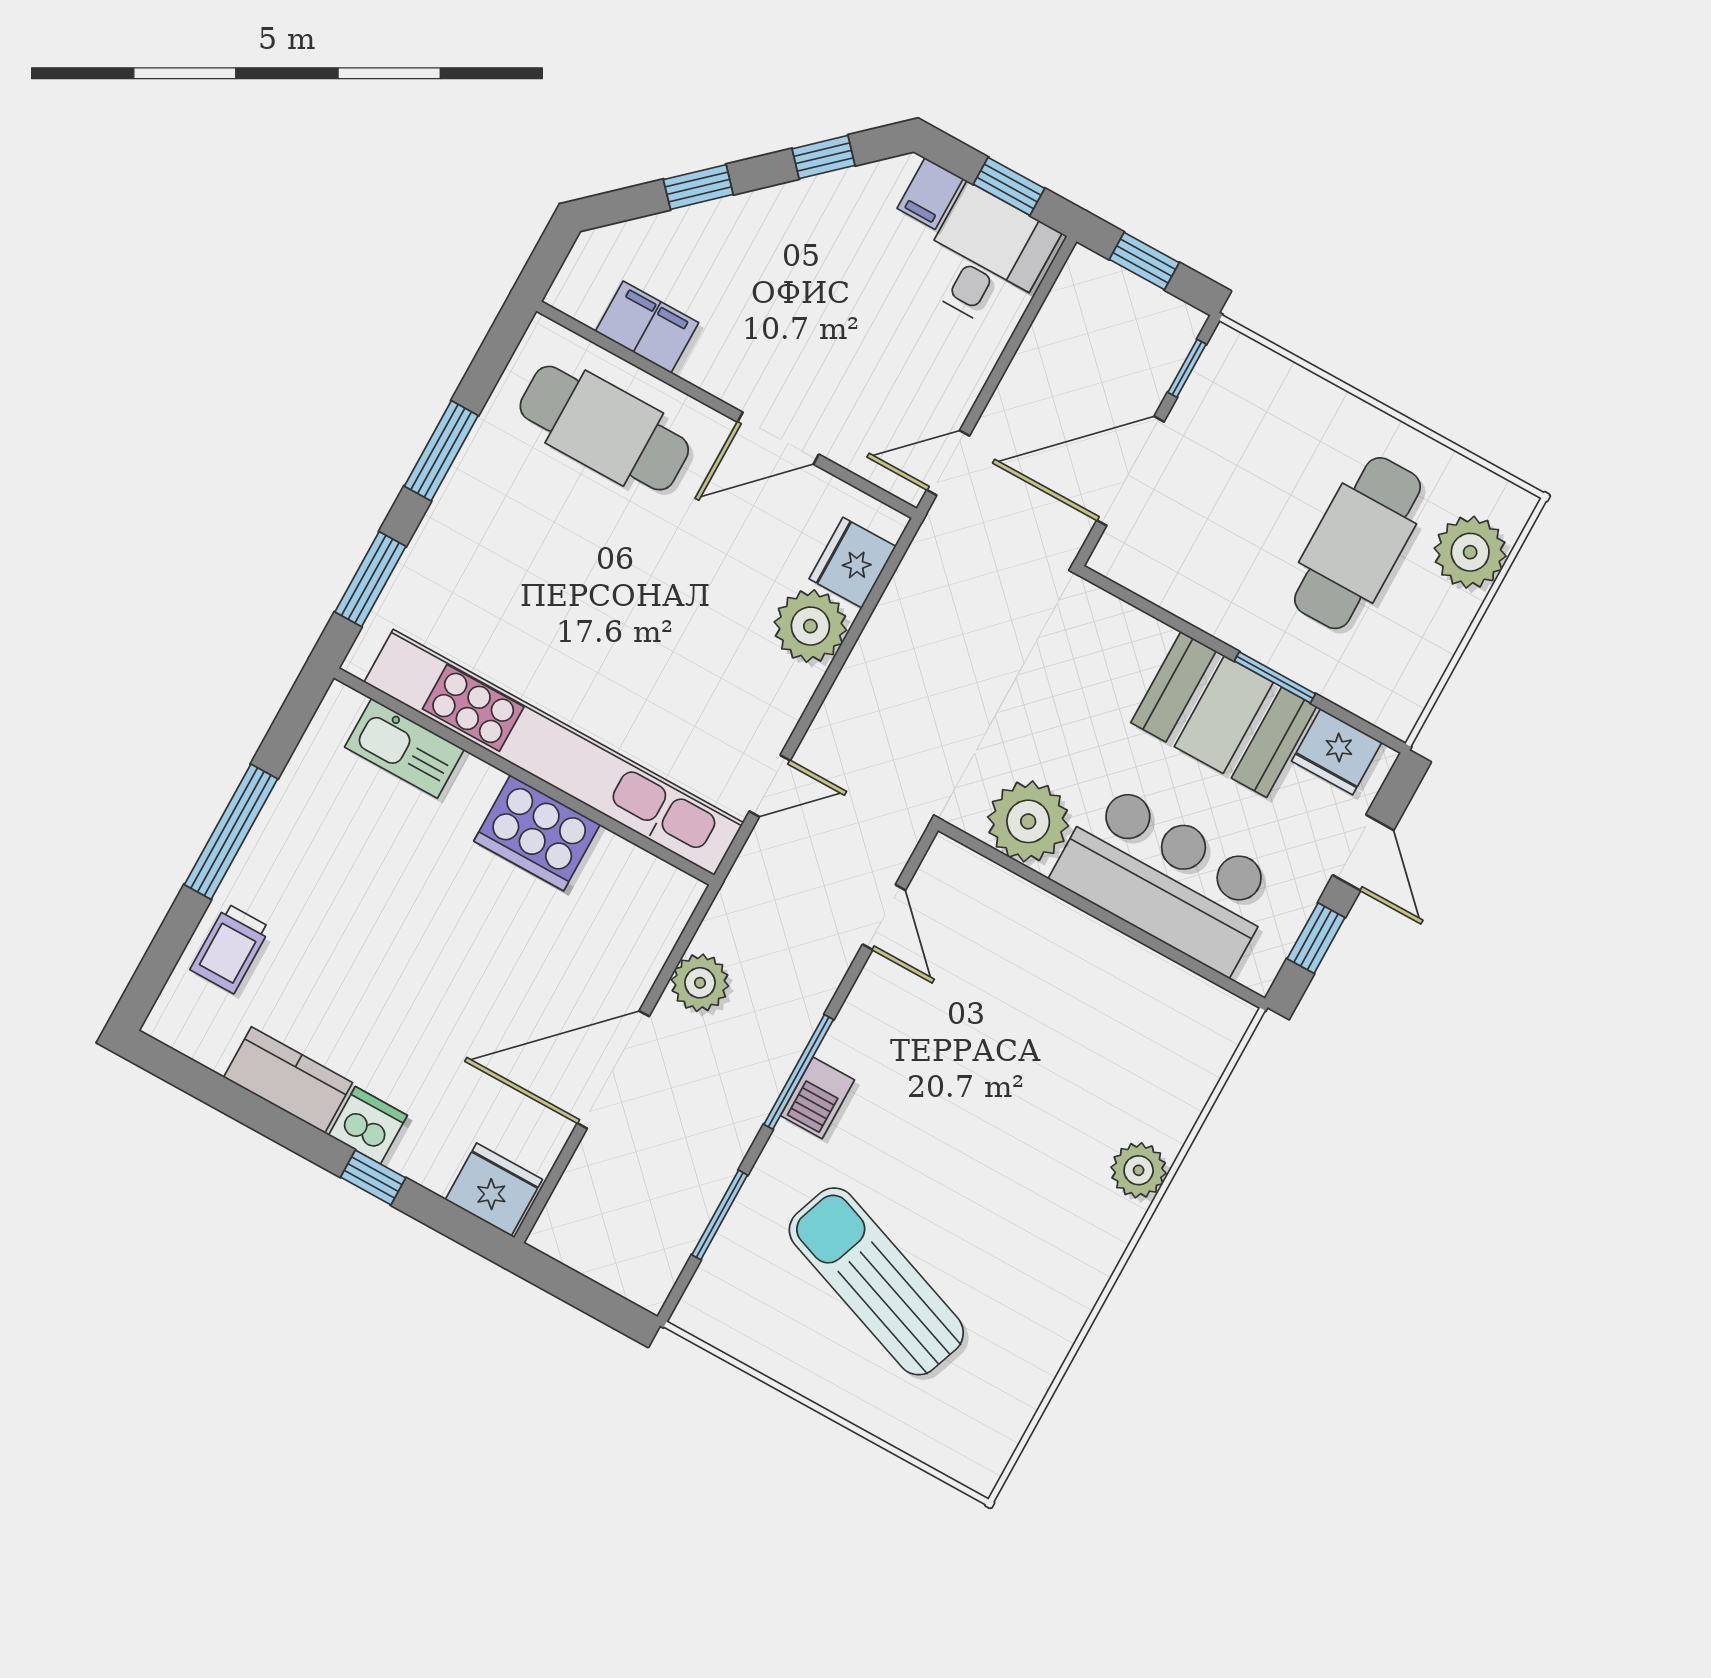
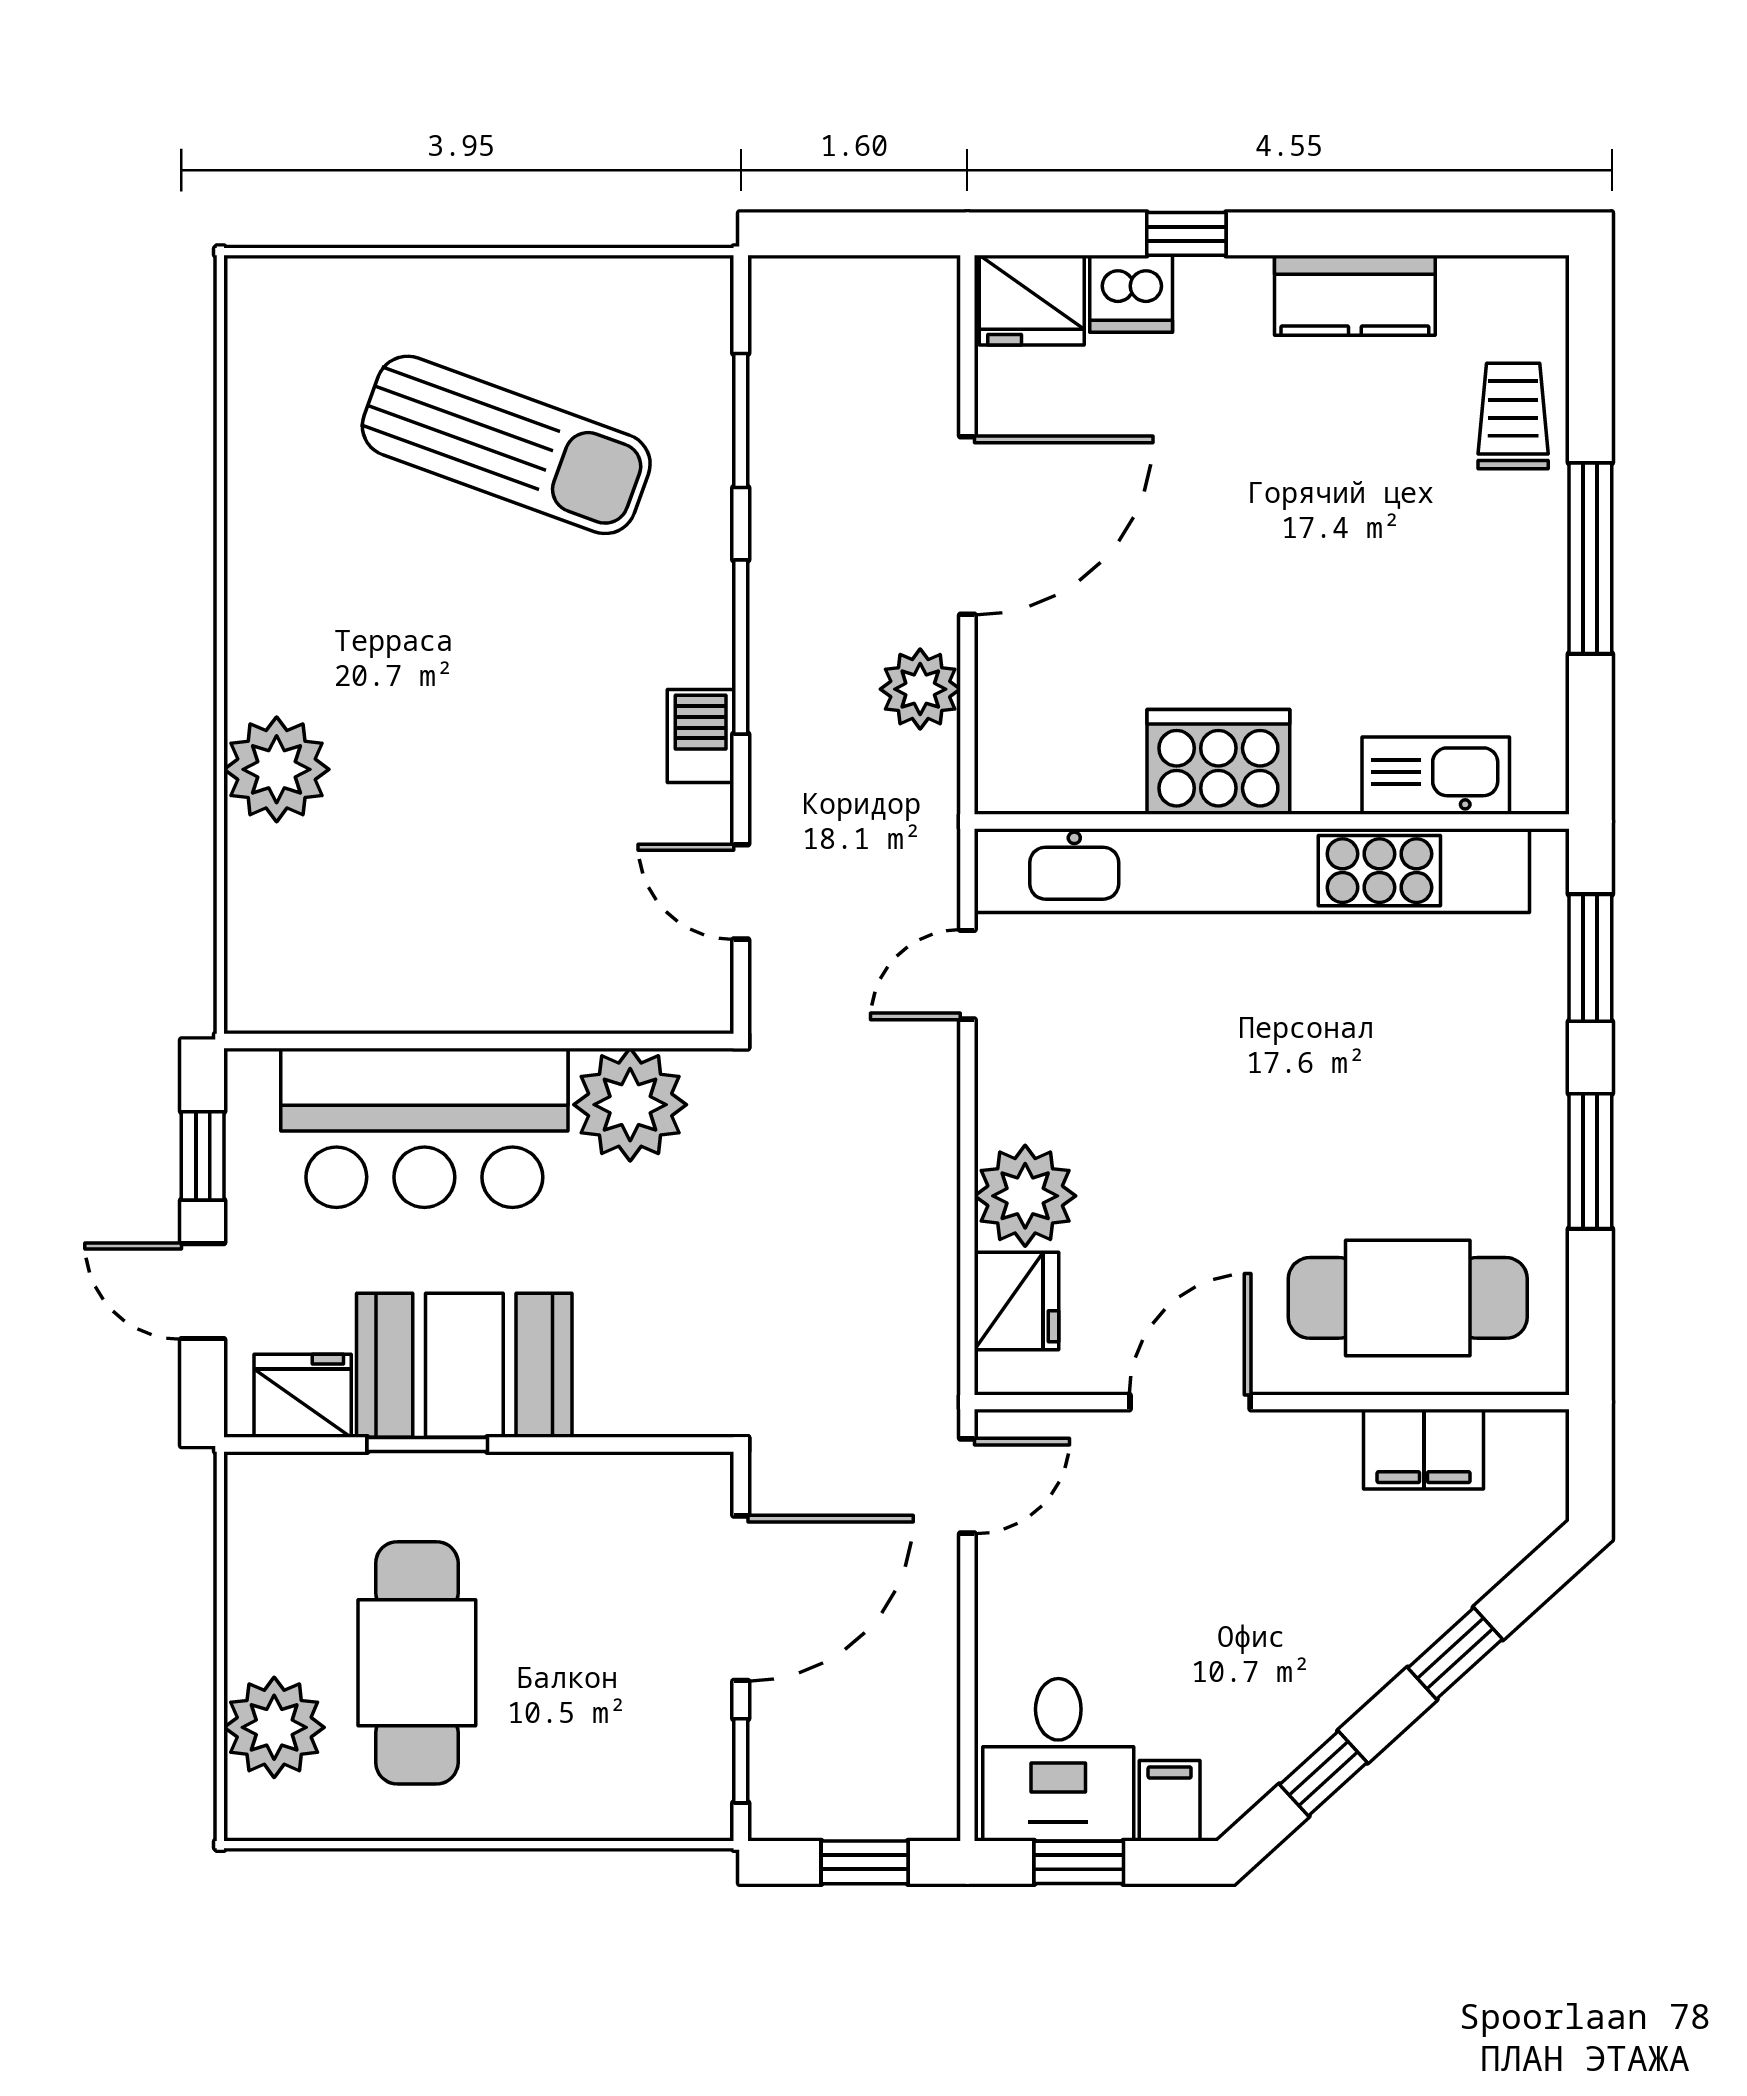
barbecue: (817, 1098) -> (701, 736), moved
dishwasher: (368, 1125) -> (1131, 294), moved
plant: (1139, 1170) -> (277, 769), width x1.36, depth x1.36

